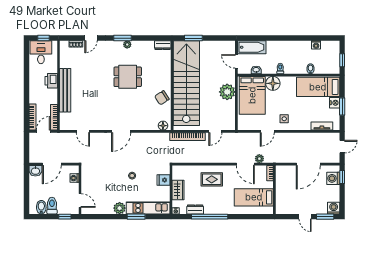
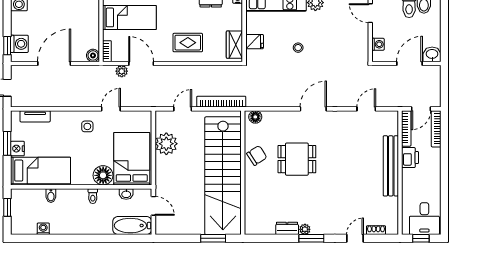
dresser: (163, 45) -> (287, 228), moved
dining table: (128, 77) -> (297, 159), moved
printer: (51, 81) -> (410, 158), moved
plant: (227, 92) -> (166, 144), moved
door: (83, 131) -> (366, 109), hinge flipped
boiler: (280, 170) -> (93, 55), added
wardrobe: (178, 190) -> (234, 45), moved

